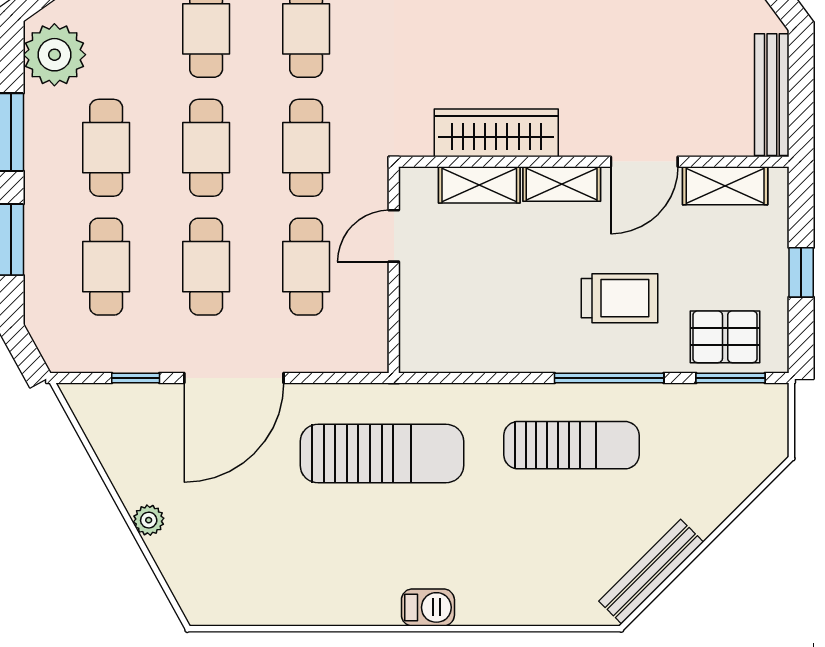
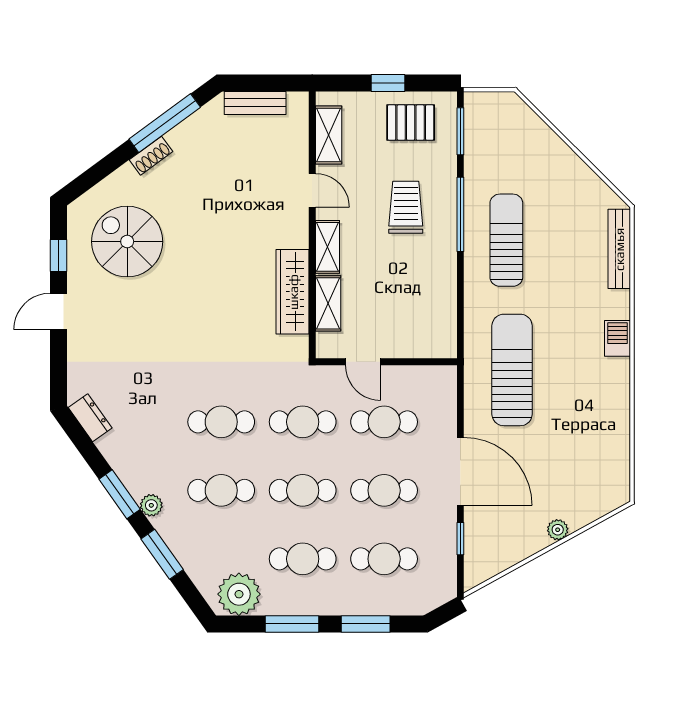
bench: (772, 95) -> (255, 103), width x0.73
door: (644, 162) -> (312, 190), width x0.73
pallet: (725, 337) -> (411, 123), moved, turned 90
bench: (651, 572) -> (619, 249), moved, turned 45

